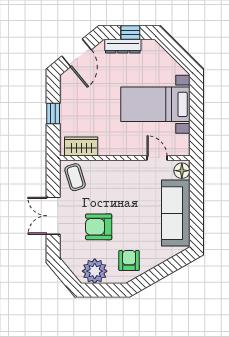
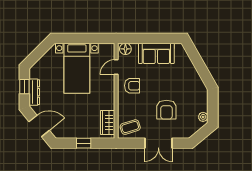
sofa: (176, 213) -> (156, 53), width x0.73
armchair: (129, 261) -> (132, 86), moved, turned 180
plant: (95, 271) -> (203, 117), width x0.53, depth x0.53

